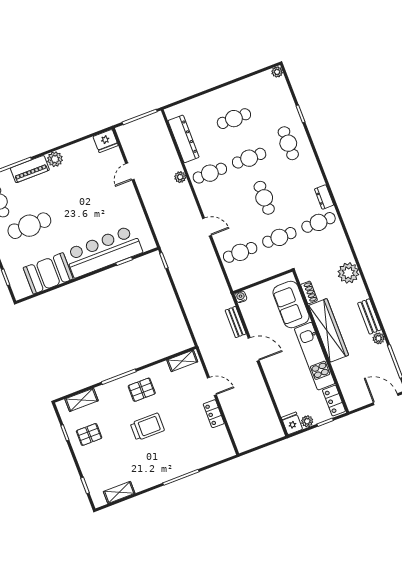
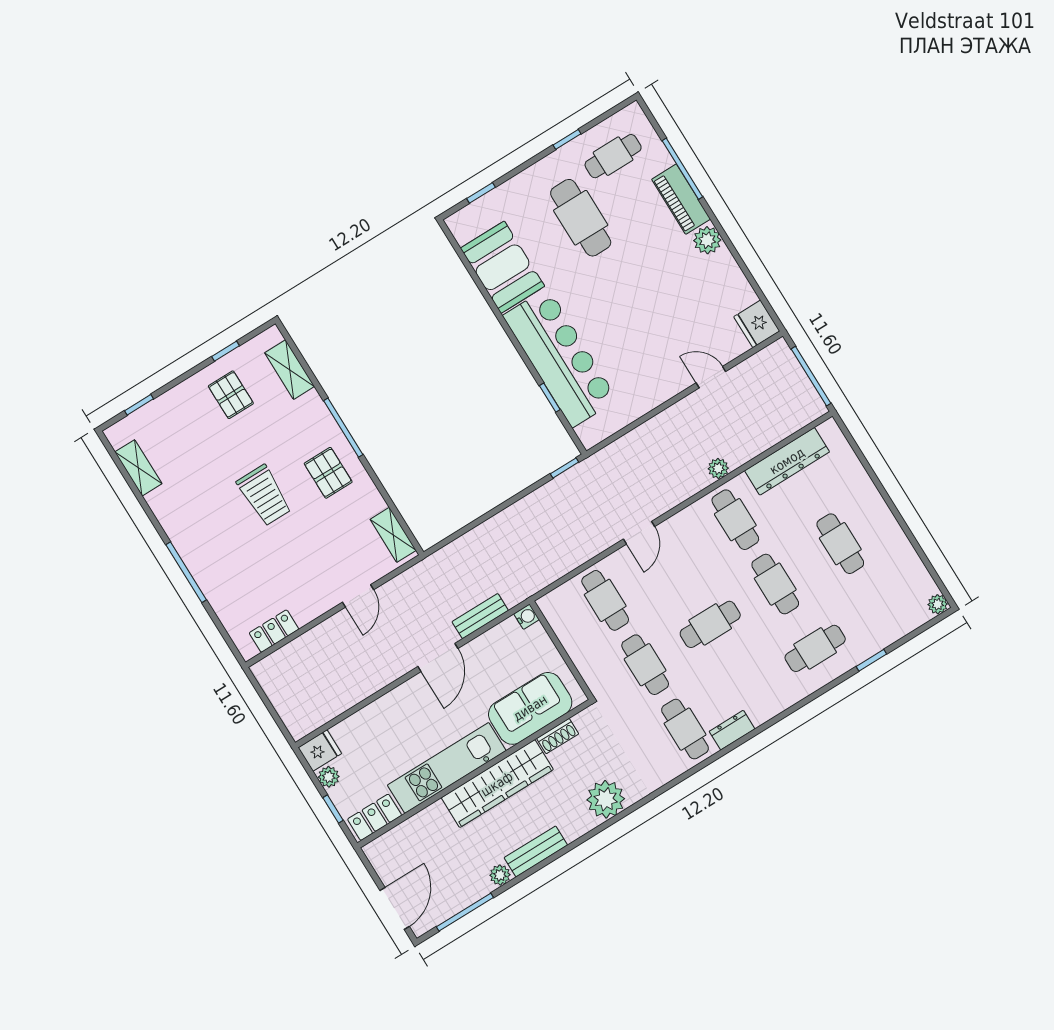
locker: (214, 414) -> (274, 631), moved

